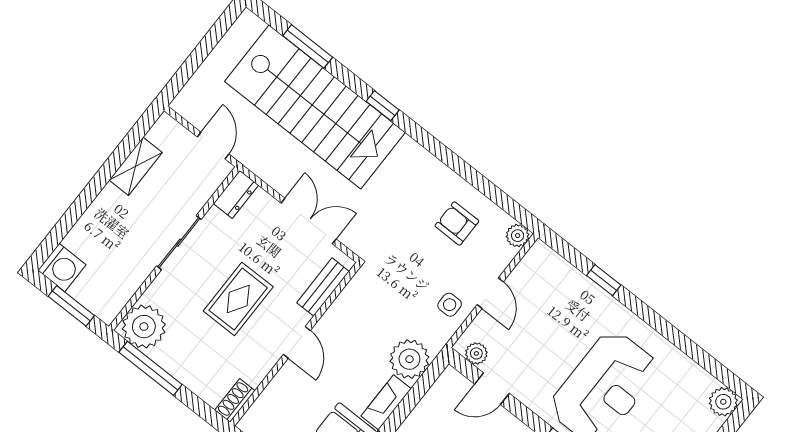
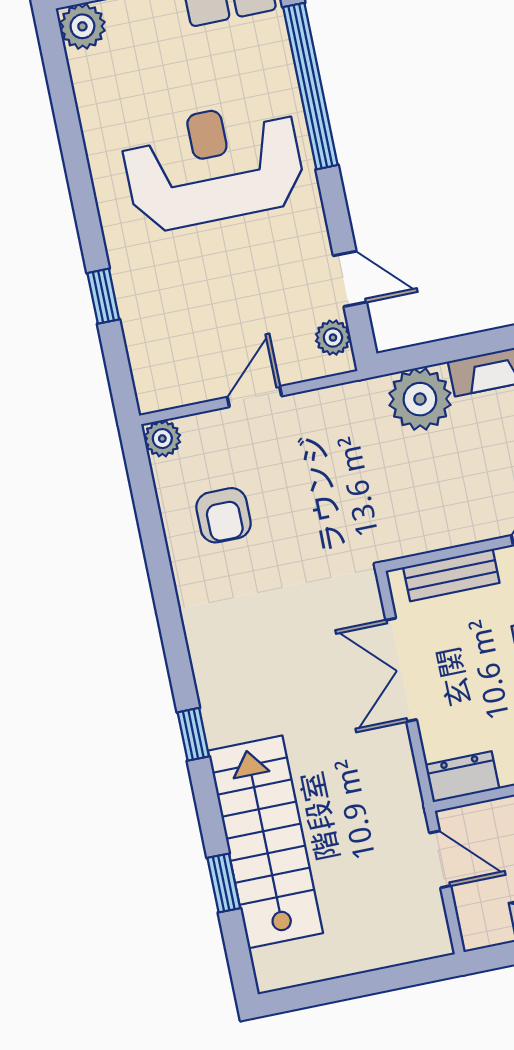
window: (308, 46) -> (224, 883), width x0.67
stairs: (315, 107) -> (265, 842), width x0.73, depth x0.66
door: (213, 146) -> (440, 859), swing flipped
side table: (450, 305) -> (316, 424), removed

